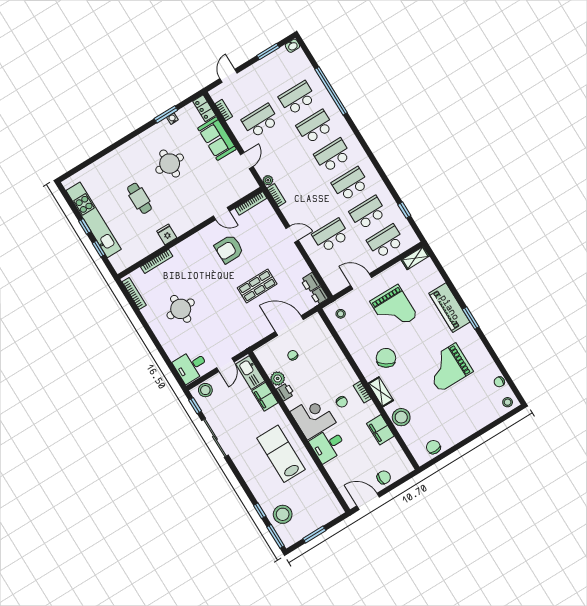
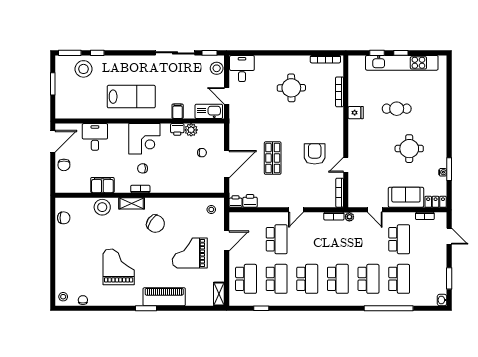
filing cabinet: (265, 397) -> (178, 111), width x0.50
desk: (328, 445) -> (95, 137), moved

